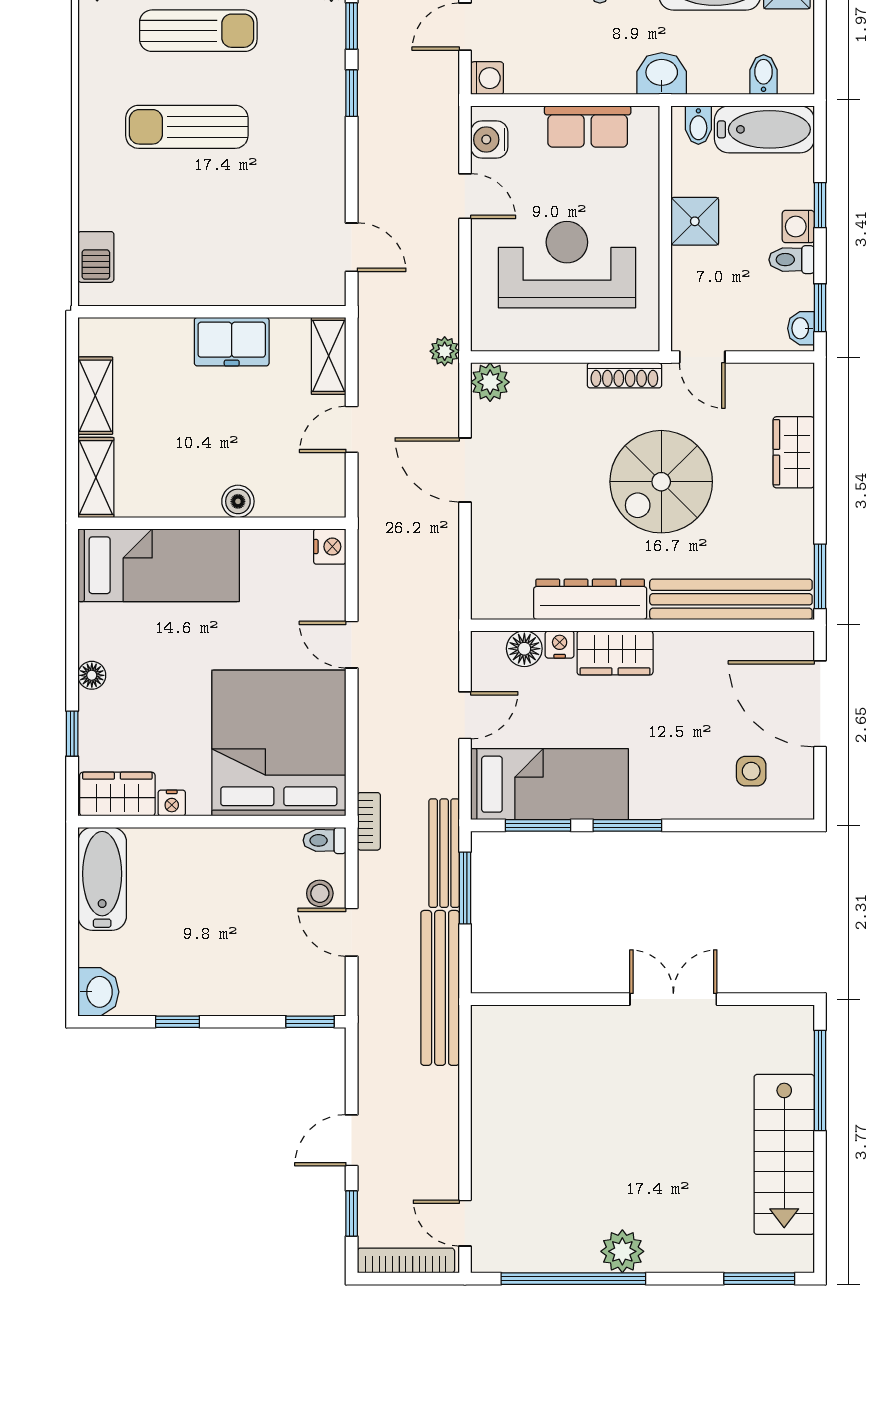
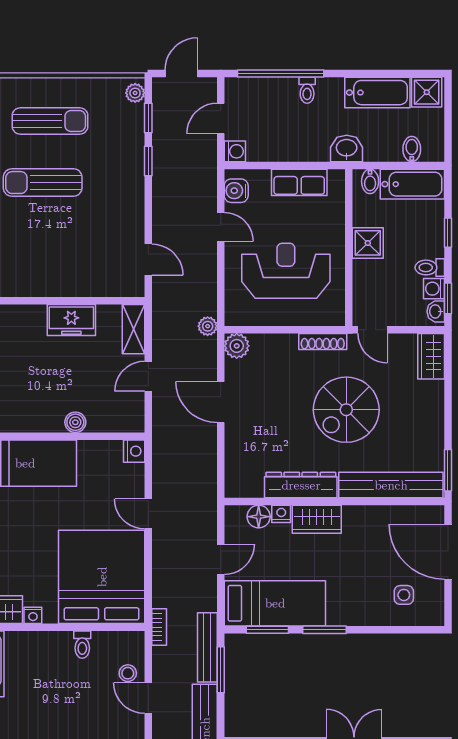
washing machine: (798, 227) -> (434, 289), moved
wardrobe: (794, 452) -> (431, 356), moved
toilet: (325, 840) -> (82, 645), moved, turned -90

